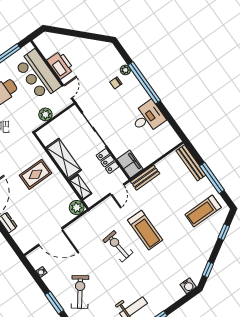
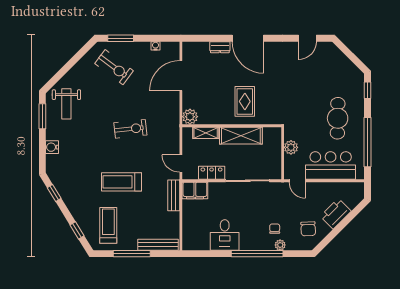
chair: (98, 57) -> (308, 229), added
printer: (60, 65) -> (336, 214), moved, turned 135
treadmill: (145, 230) -> (121, 182), moved
water cooler: (188, 286) -> (52, 147), moved

